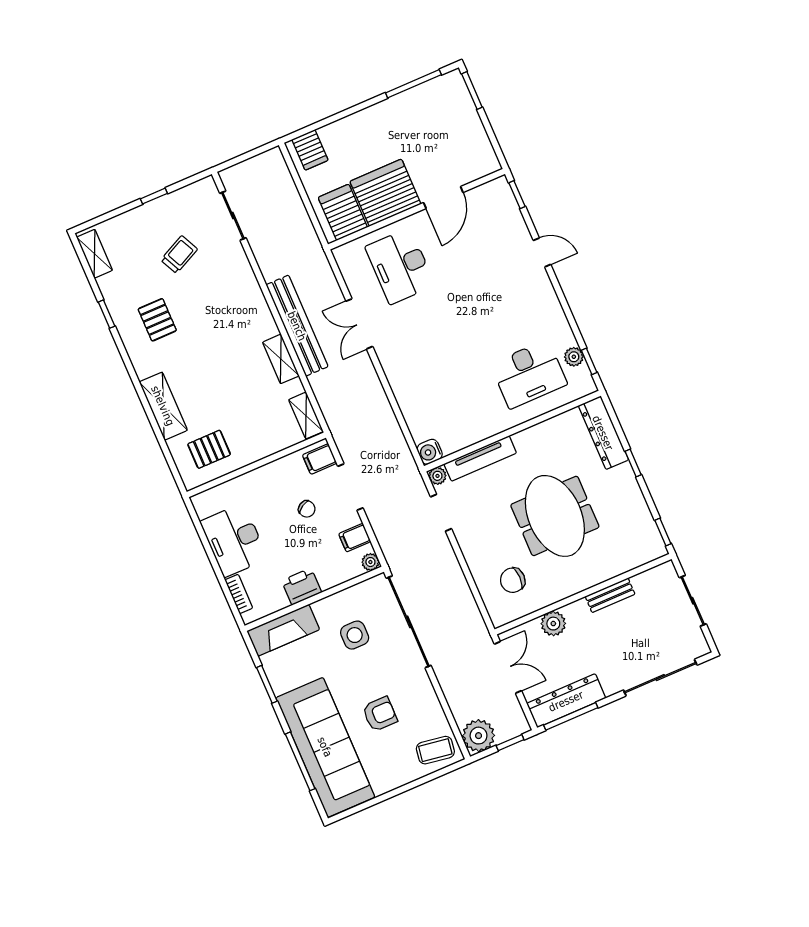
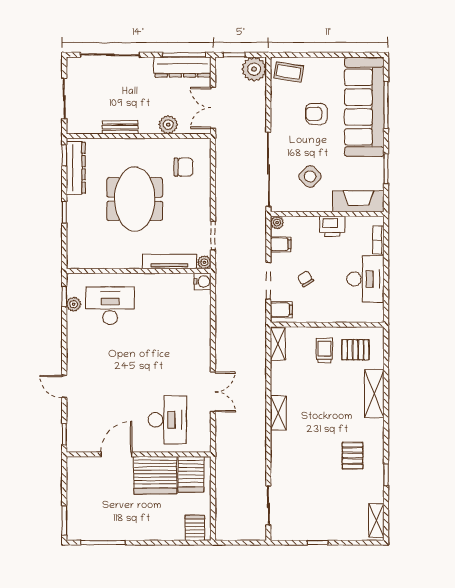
trolley: (179, 255) -> (324, 350), moved, turned 116
bench: (297, 326) -> (257, 409), removed
shelving: (281, 359) -> (278, 413), moved
dresser: (603, 433) -> (76, 168), moved
side table: (355, 635) -> (310, 176), turned 45

